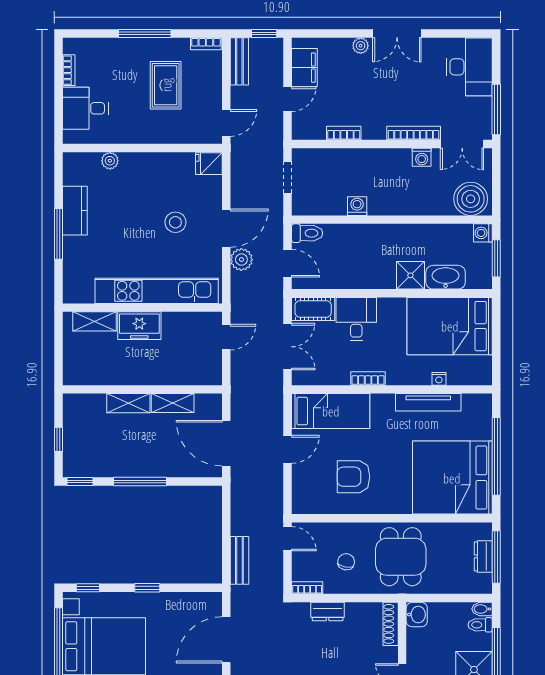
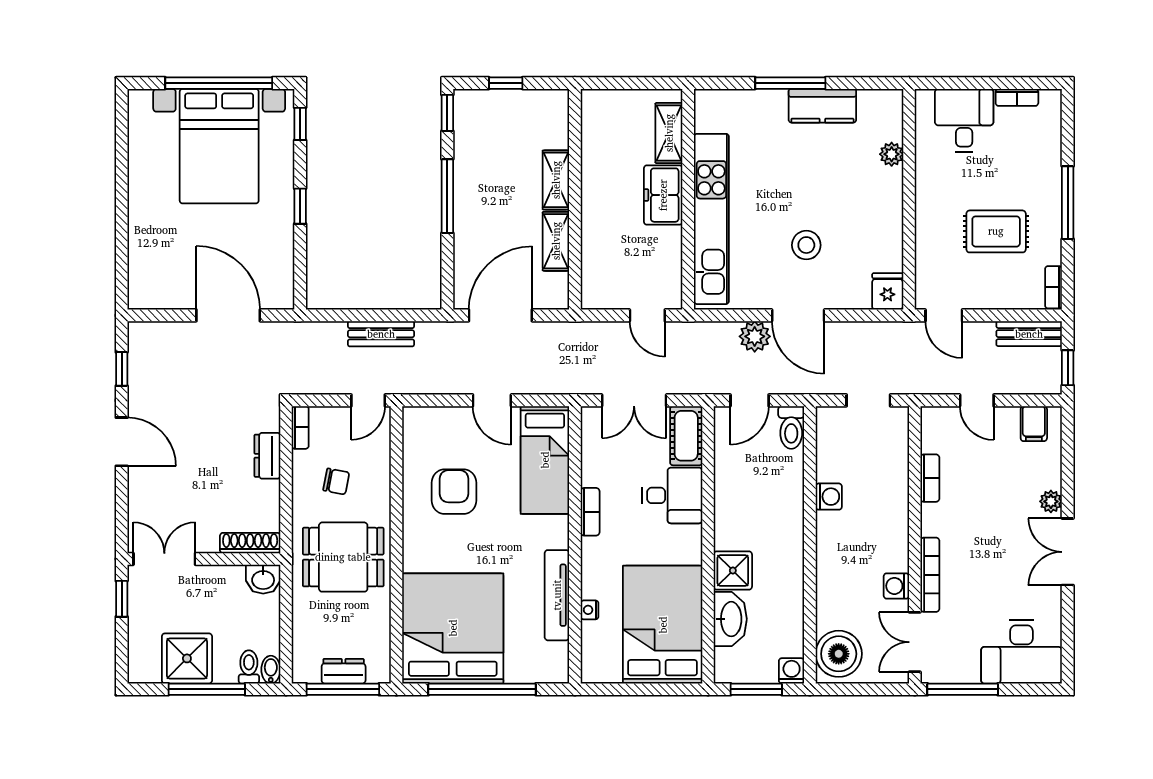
filing cabinet: (304, 68) -> (1034, 424), width x0.50
bench: (239, 560) -> (381, 334), moved

